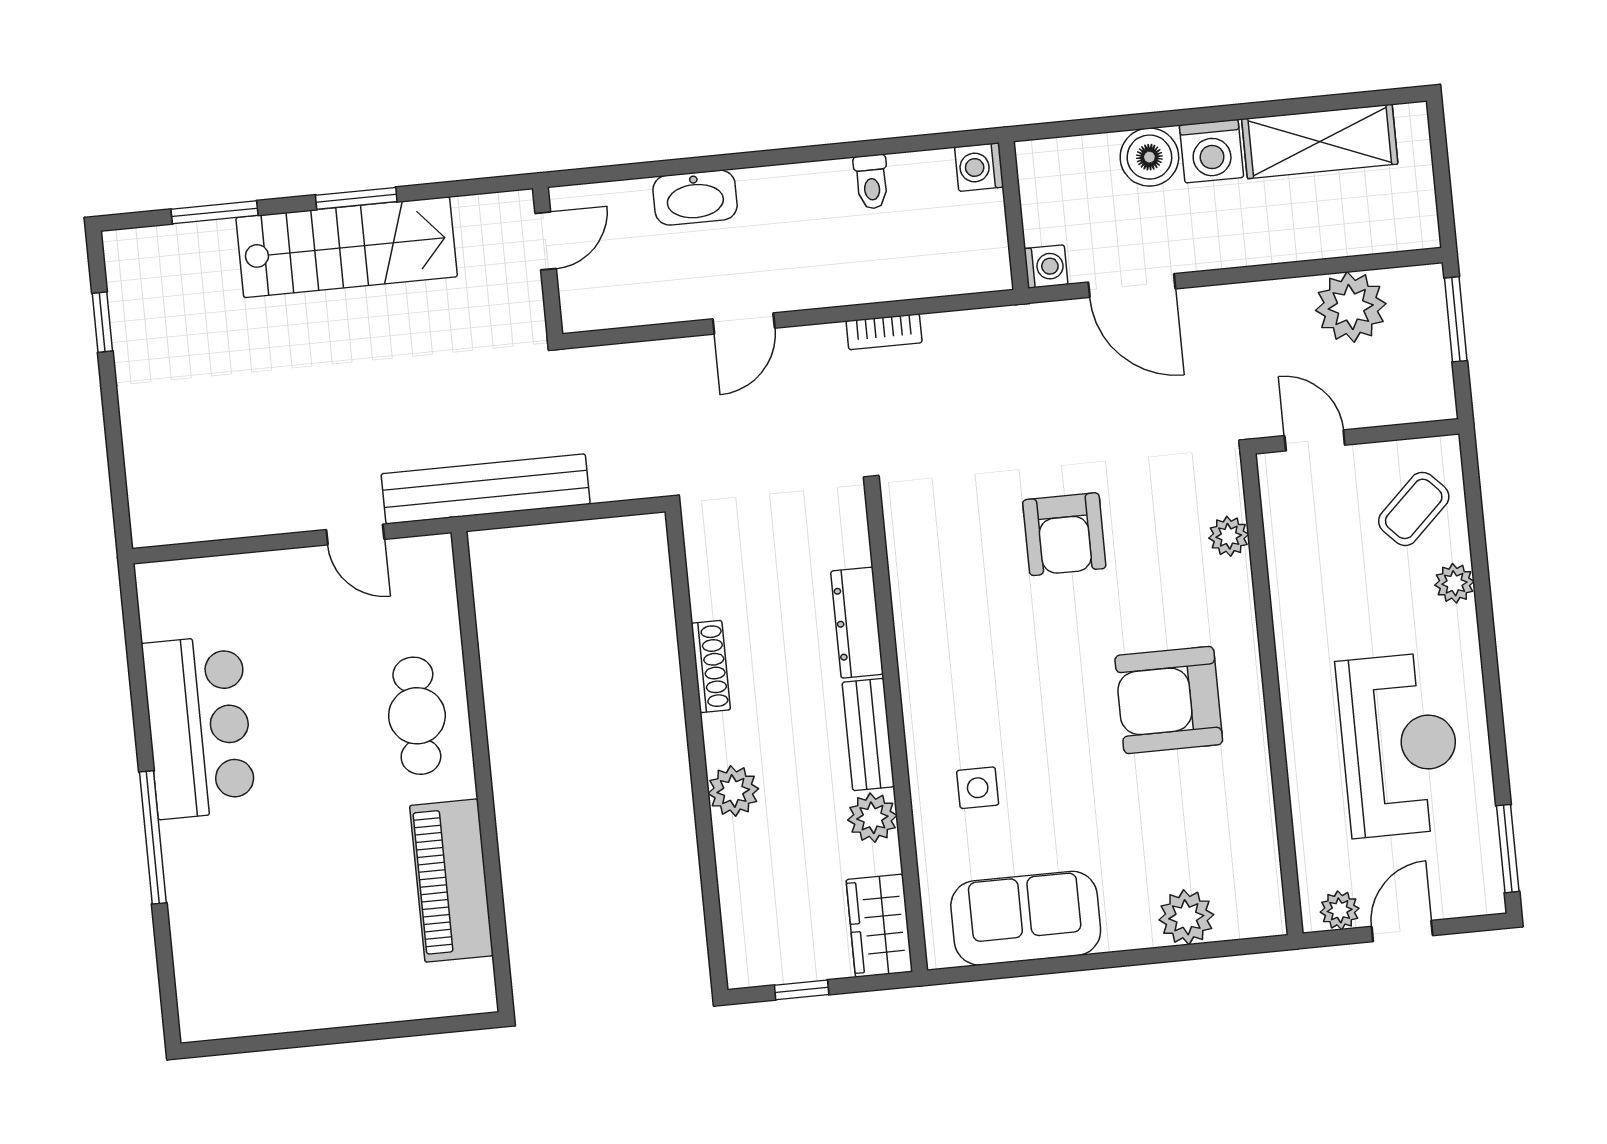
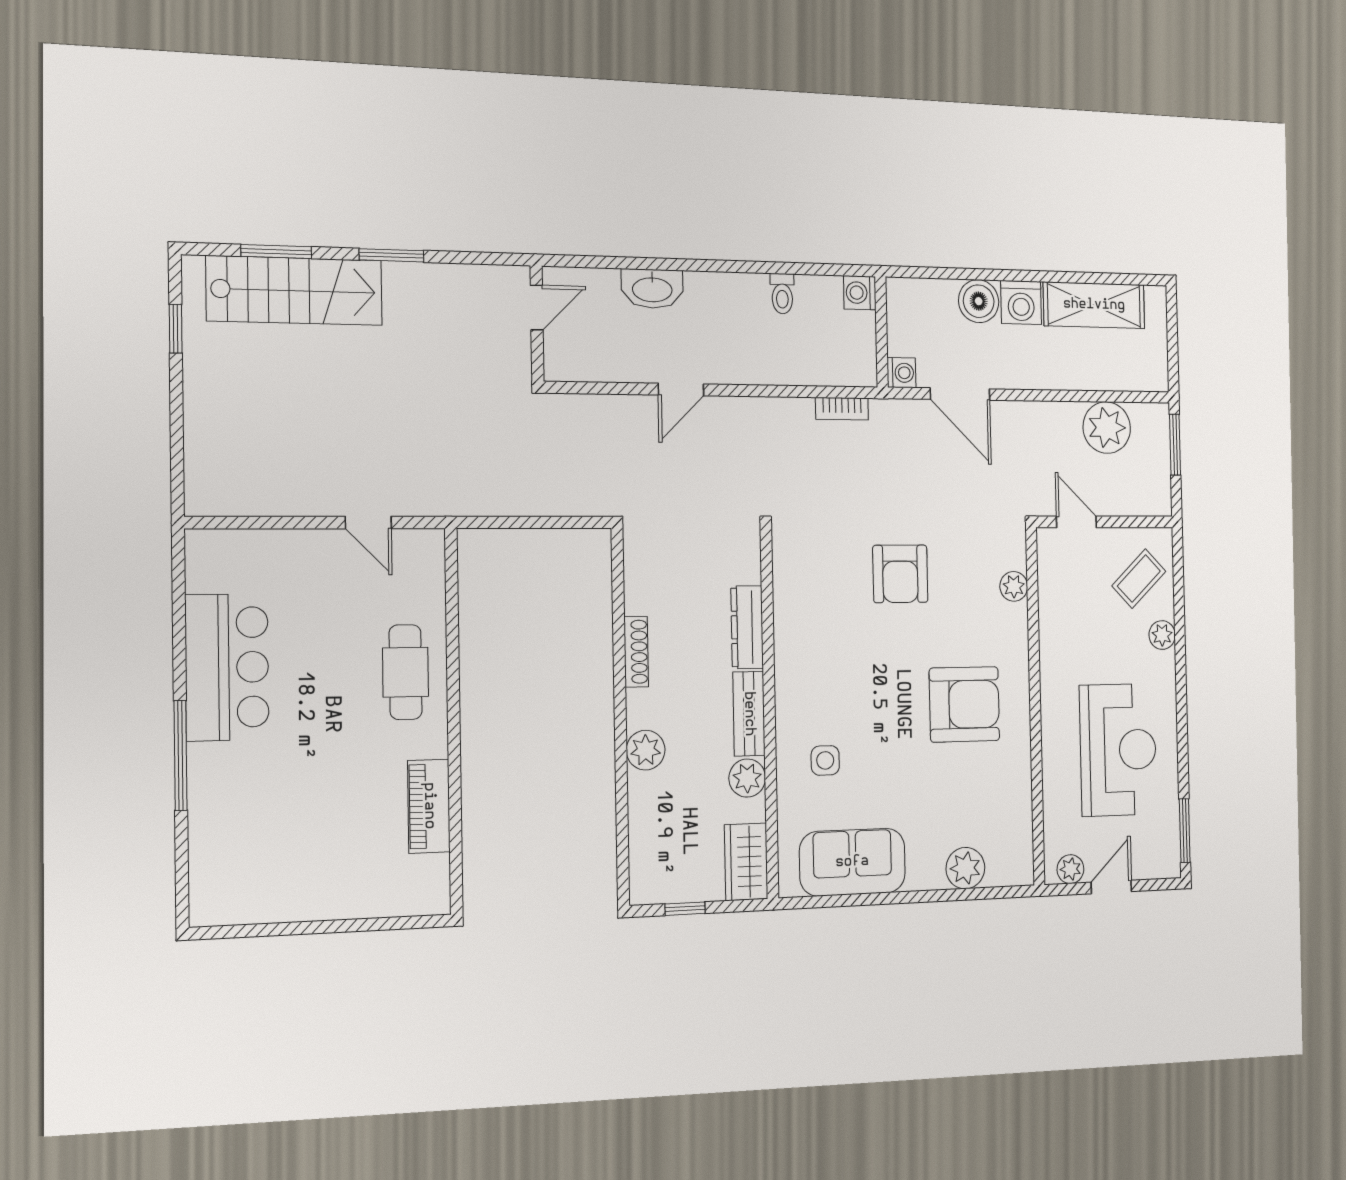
stairs: (347, 247) -> (295, 291), moved
bookcase: (884, 332) -> (842, 409), moved
bench: (486, 489) -> (475, 497), removed
armchair: (1169, 700) -> (964, 704), turned 180
piano: (451, 881) -> (429, 806), width x0.73, depth x0.75

